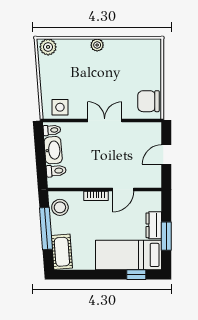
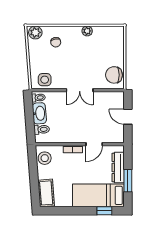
plant: (97, 45) -> (87, 31), moved
chair: (74, 59) -> (56, 42), added
double door: (105, 120) -> (80, 90), swing flipped
door: (166, 155) -> (128, 117), hinge flipped
dresser: (154, 225) -> (118, 167), width x1.44
window: (46, 229) -> (34, 175), removed

